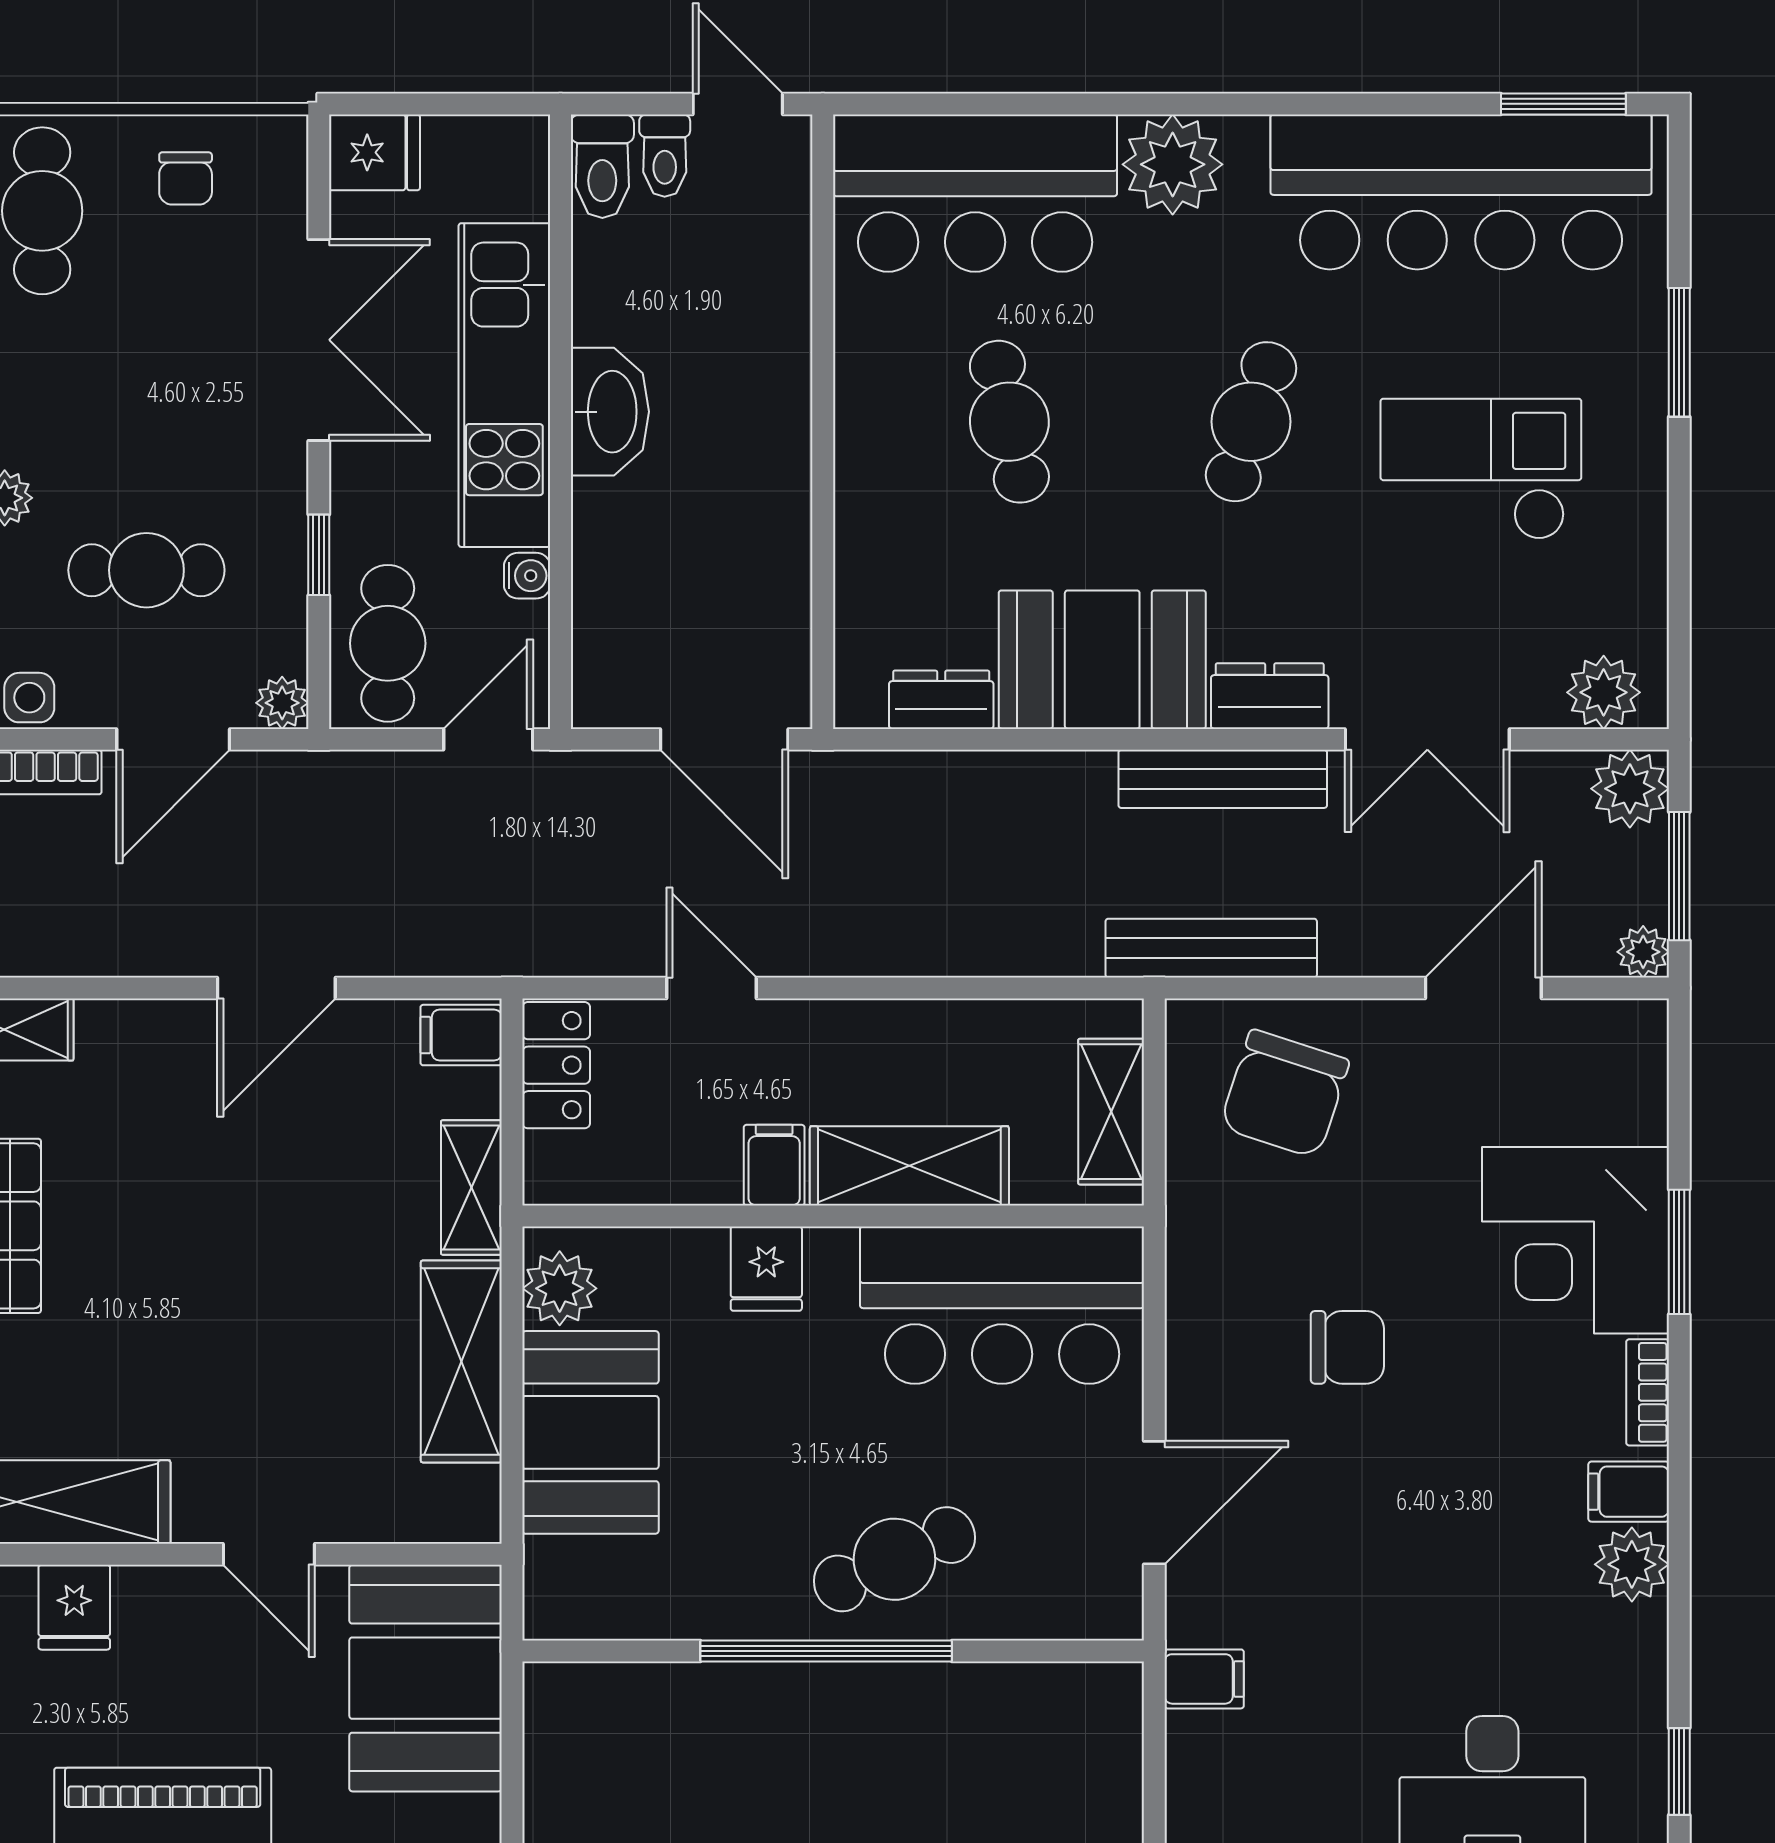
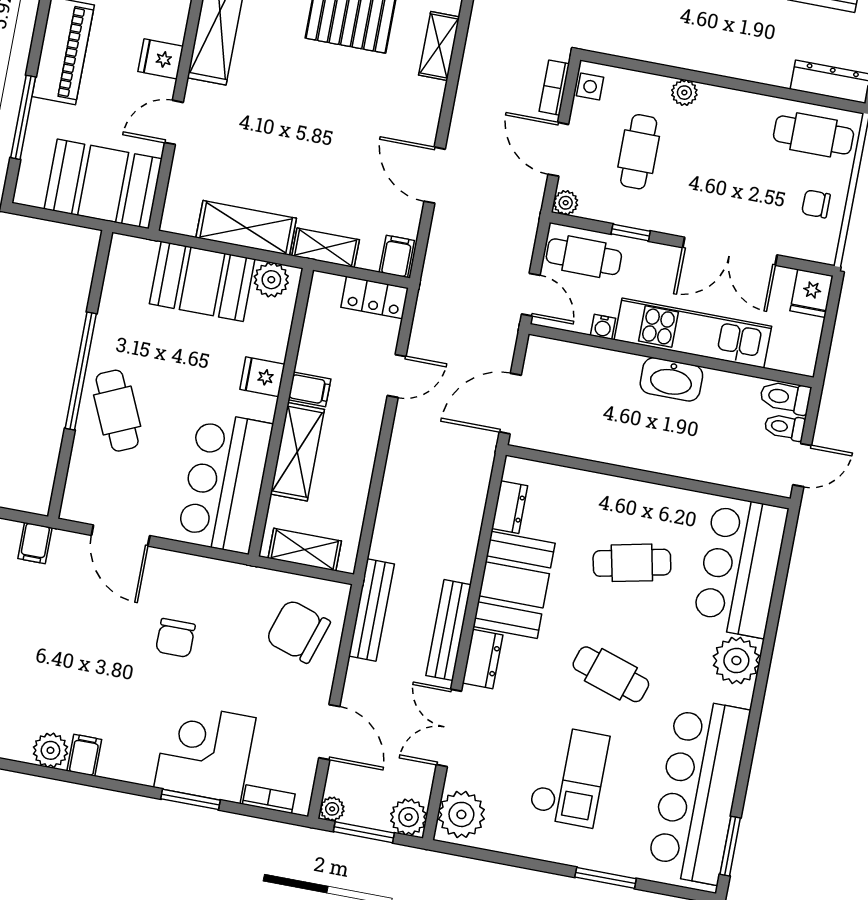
plant: (1604, 692) -> (461, 814), width x1.36, depth x1.36
bookcase: (1648, 1392) -> (269, 799), moved
fridge: (74, 1607) -> (161, 59), moved

